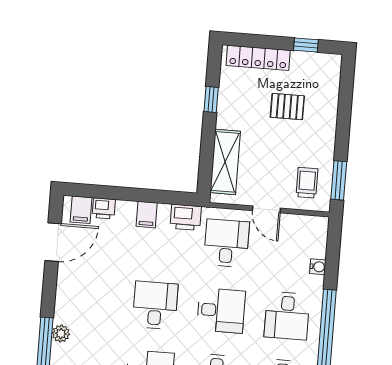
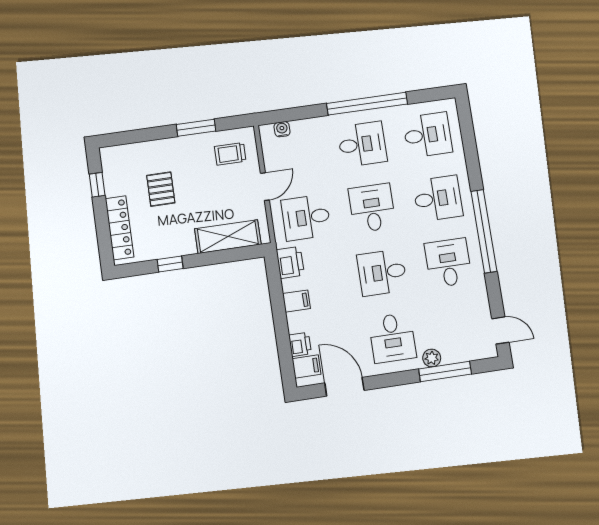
window: (339, 180) -> (196, 128), moved
water cooler: (318, 267) -> (282, 129), moved
desk: (89, 300) -> (392, 338), added

